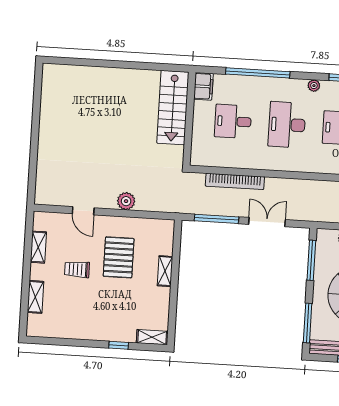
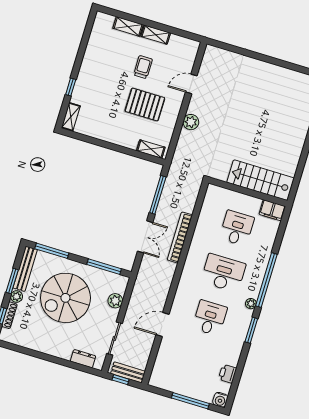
window: (258, 73) -> (266, 280), moved
bookcase: (235, 181) -> (180, 237), moved
shelving: (38, 247) -> (156, 35), moved
shelving: (165, 271) -> (151, 149), moved

